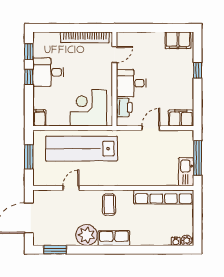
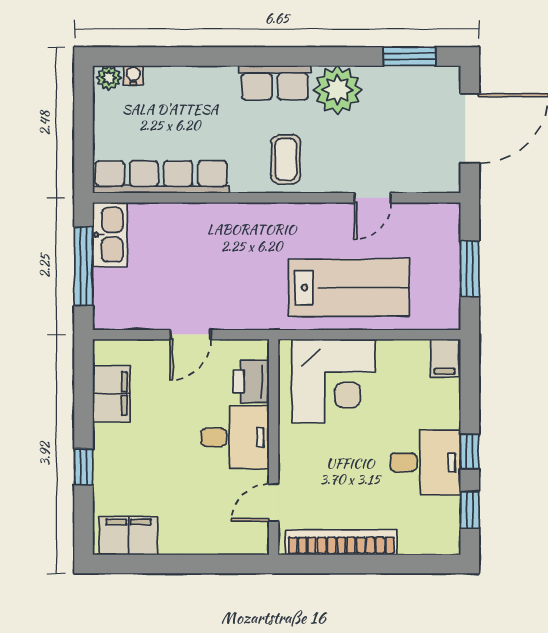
filing cabinet: (181, 118) -> (111, 394), moved, turned -90
lab bench: (82, 149) -> (349, 288), width x0.73

